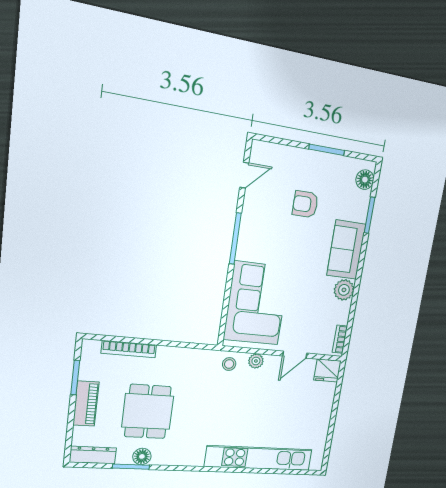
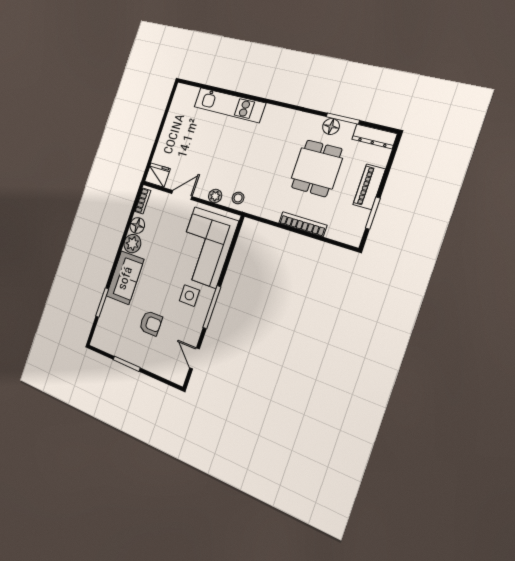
door: (244, 175) -> (195, 358), hinge flipped
floor lamp: (365, 180) -> (137, 225), moved
side table: (265, 246) -> (189, 296), added
bookcase: (129, 349) -> (303, 224), moved
kitchen unit: (259, 458) -> (229, 105), width x0.73

